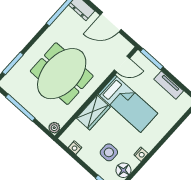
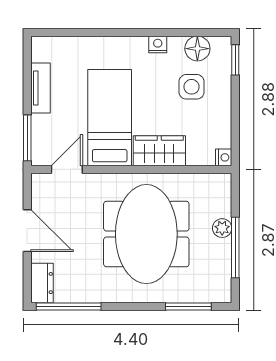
door: (122, 64) -> (67, 169), hinge flipped
meeting table: (62, 74) -> (146, 234), turned 90
plant: (54, 128) -> (222, 228), moved
nightstand: (75, 148) -> (224, 157), moved

